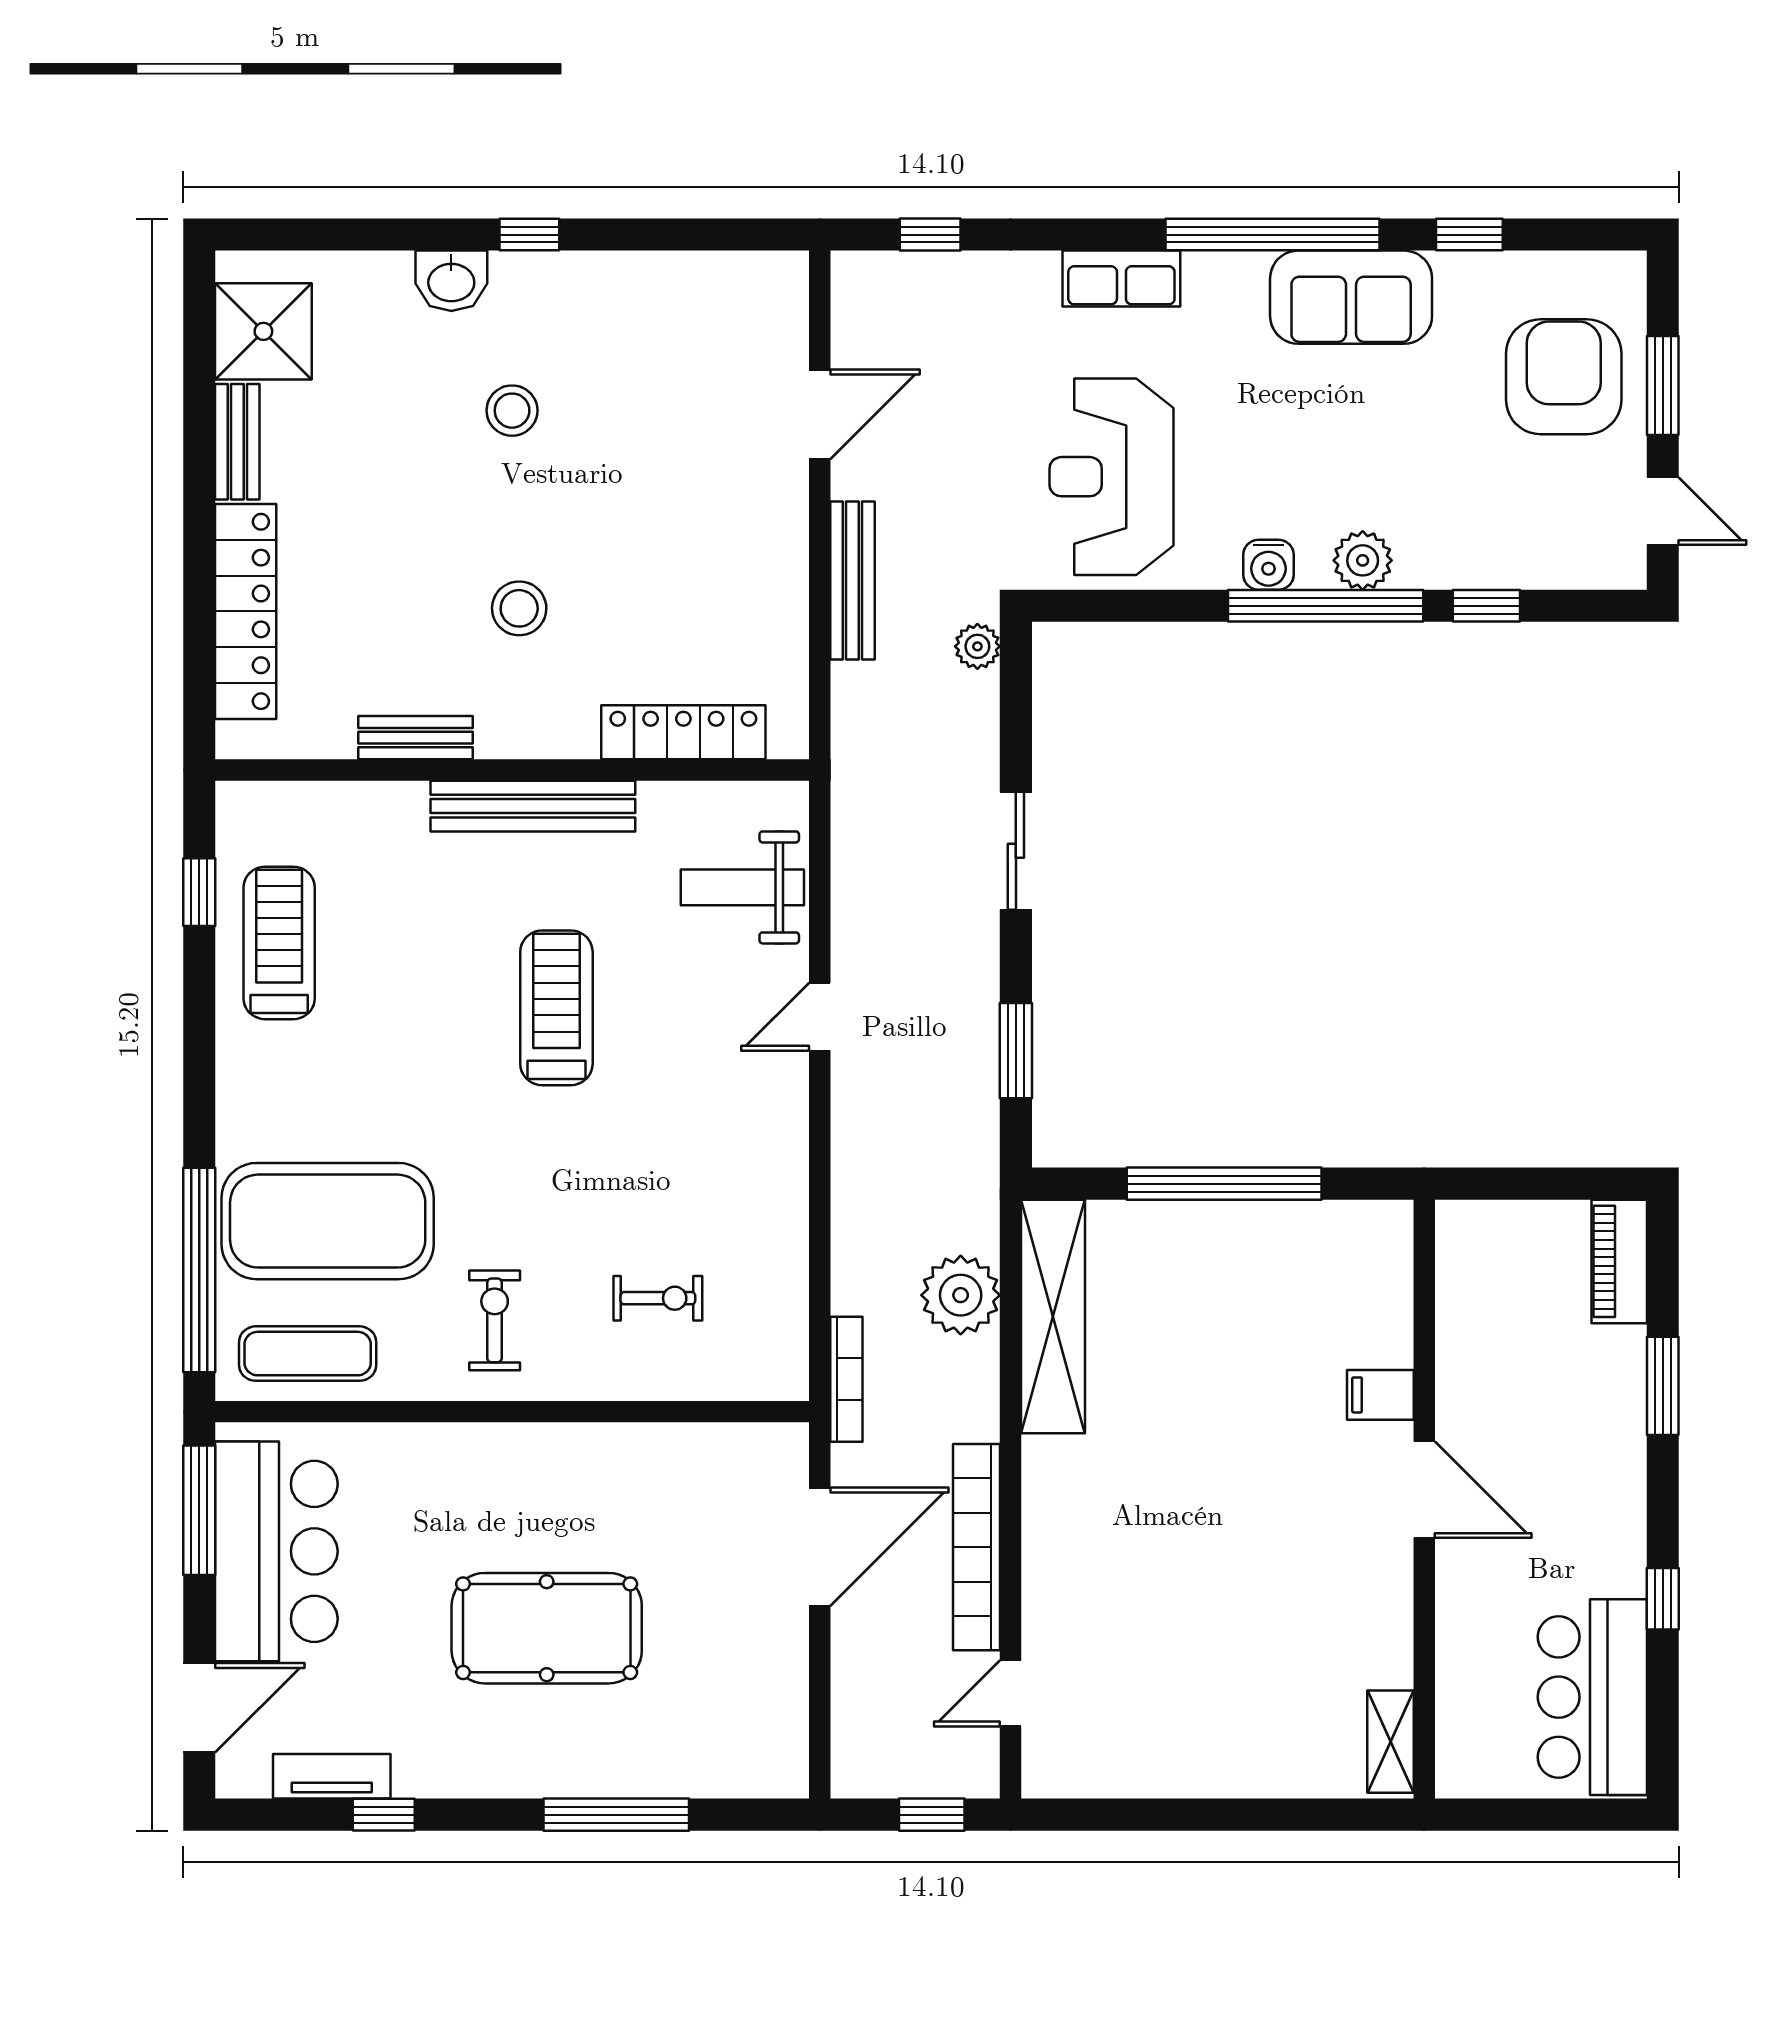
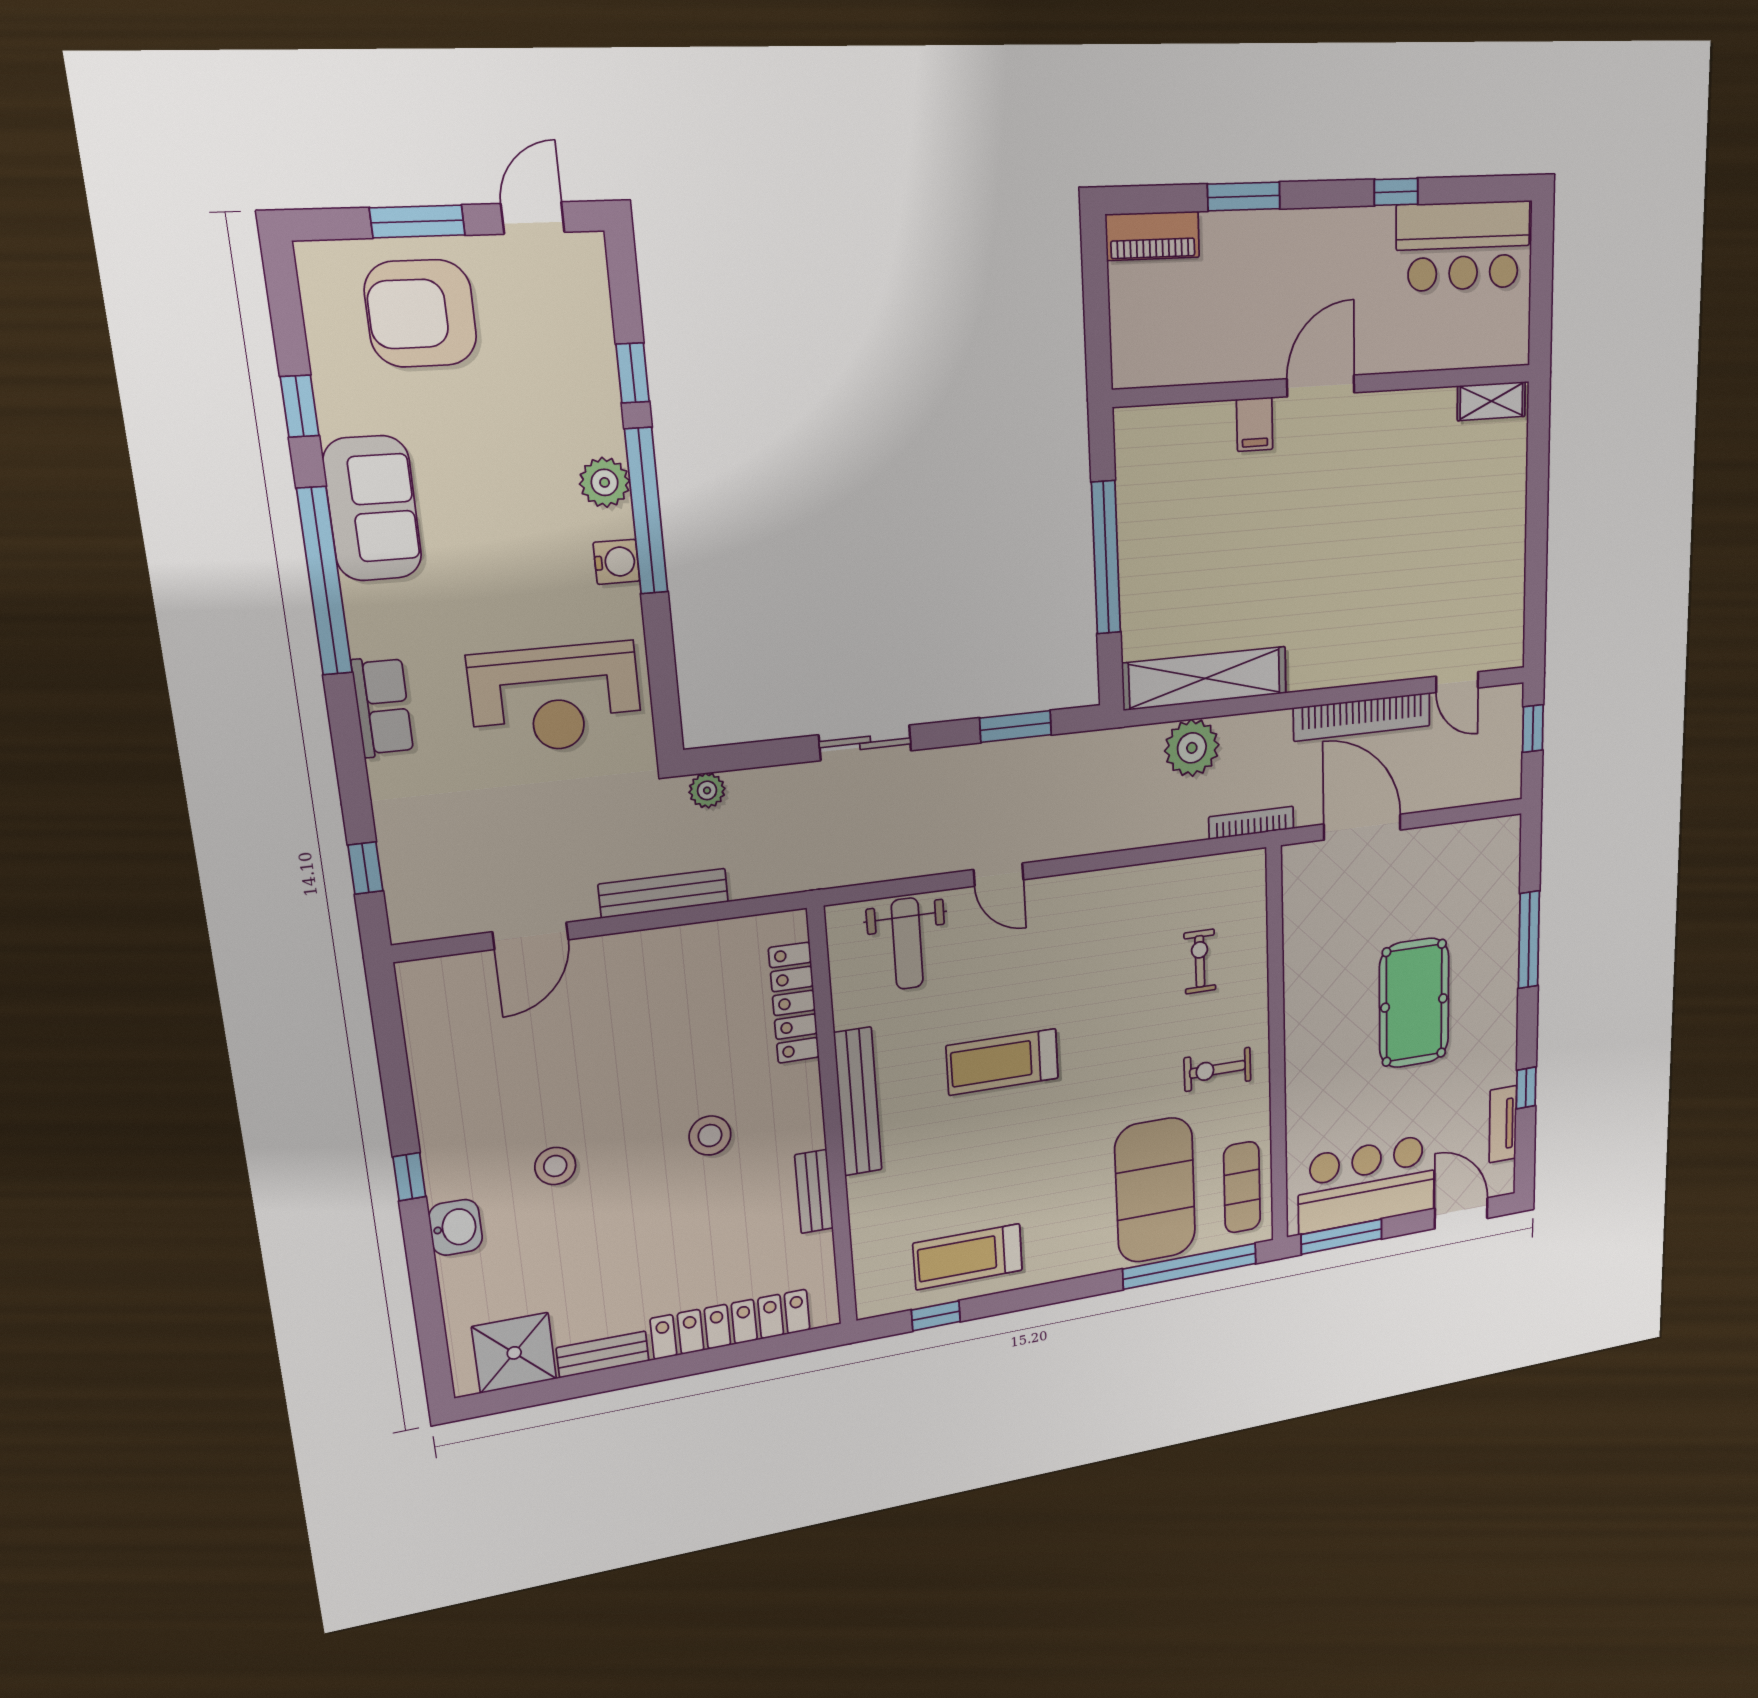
door: (820, 414) -> (531, 936), swing flipped

